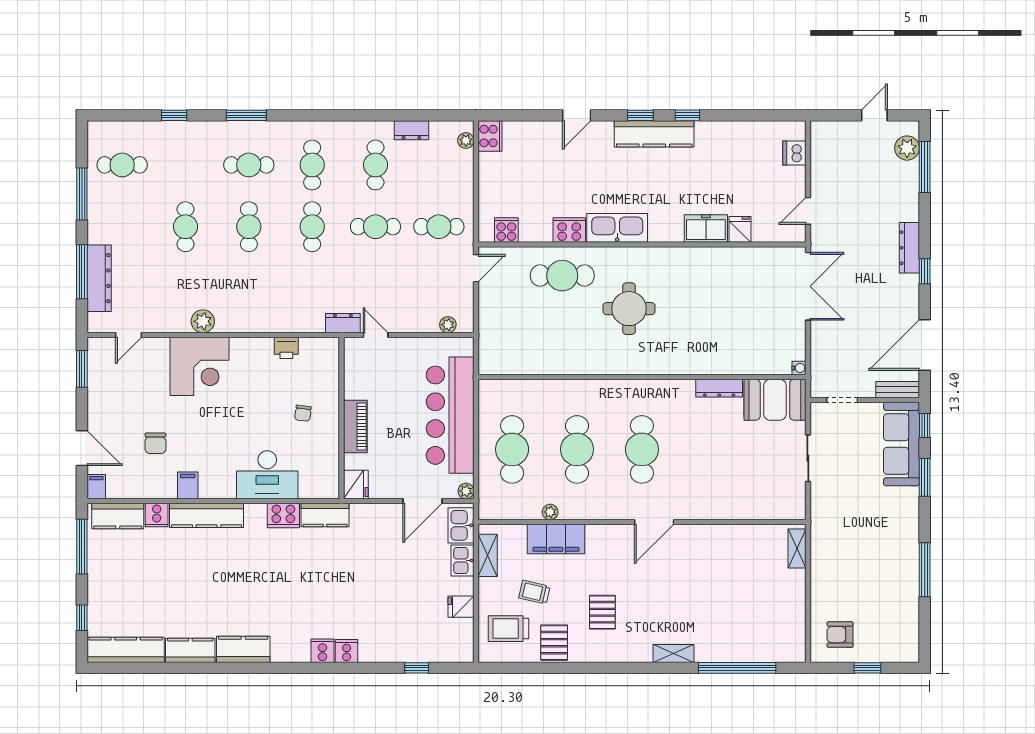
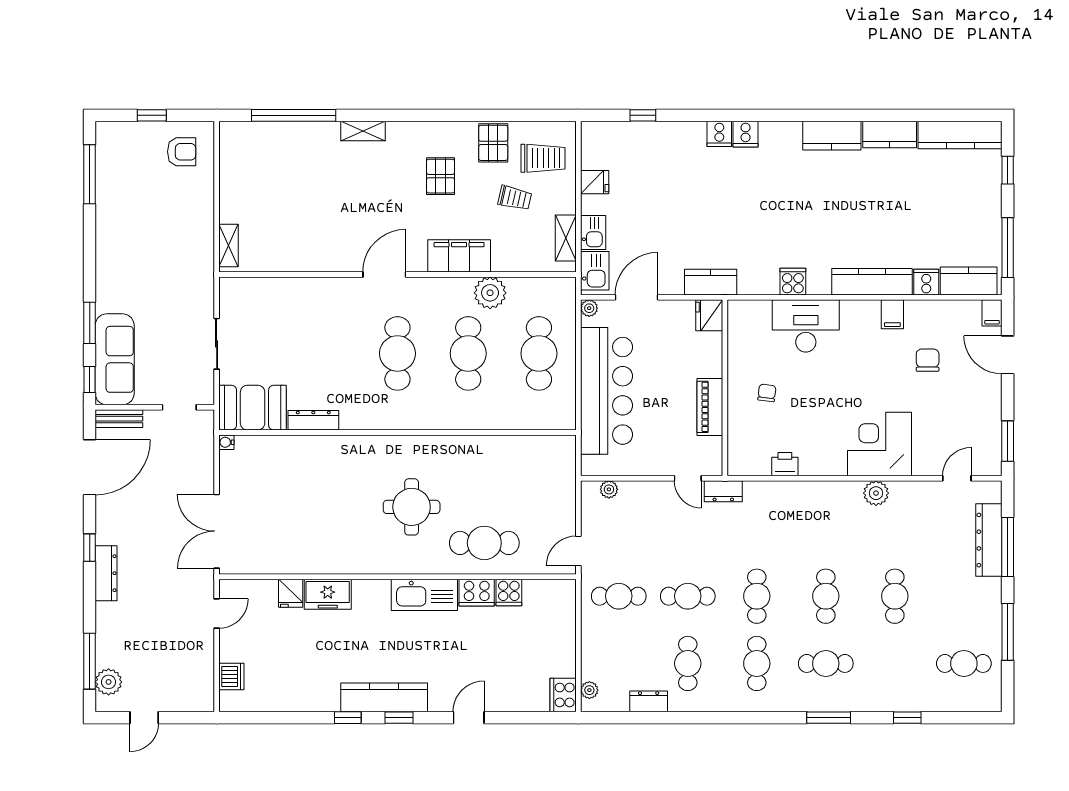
cooker: (506, 230) -> (509, 592), moved
piano: (355, 427) -> (710, 407), moved
plant: (550, 512) -> (490, 293), width x1.88, depth x1.88
cooker: (283, 515) -> (793, 282), width x0.73
kitchen counter: (325, 515) -> (711, 282), moved
filing cabinet: (556, 539) -> (459, 256), moved
window: (925, 570) -> (90, 174), moved

